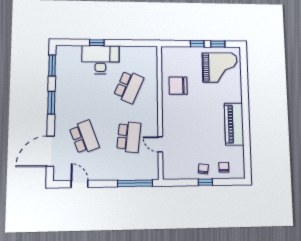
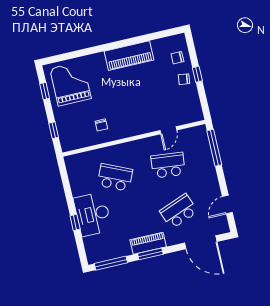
window: (197, 44) -> (54, 130), moved
window: (52, 65) -> (111, 263), width x1.44
chair: (178, 86) -> (101, 125), width x0.54, depth x0.54
piano: (62, 103) -> (148, 243), added

